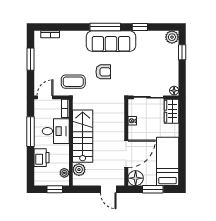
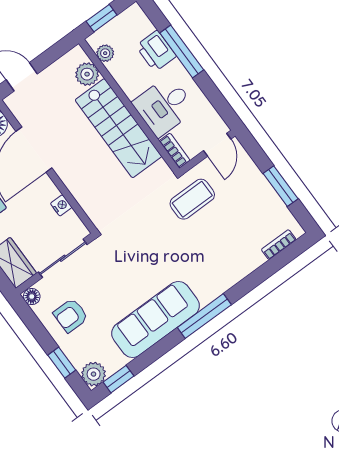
window: (140, 27) -> (119, 379), moved
sofa: (111, 41) -> (156, 319), moved
armchair: (103, 72) -> (71, 315), moved
window: (31, 132) -> (182, 51), moved

